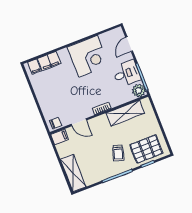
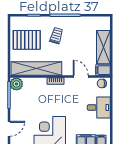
desk: (127, 73) -> (99, 107), moved, turned 180
shelving: (125, 113) -> (36, 68), width x1.47
pallet: (146, 149) -> (27, 40), moved
shelving: (73, 173) -> (103, 47), moved

